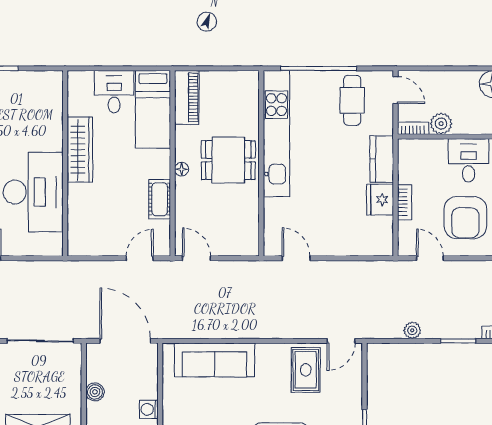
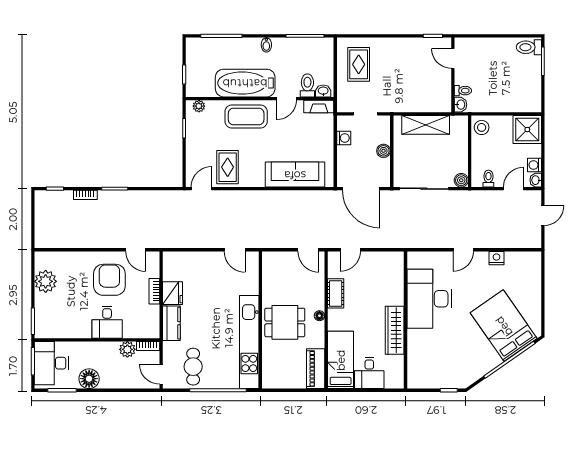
plant: (412, 330) -> (149, 196), removed

